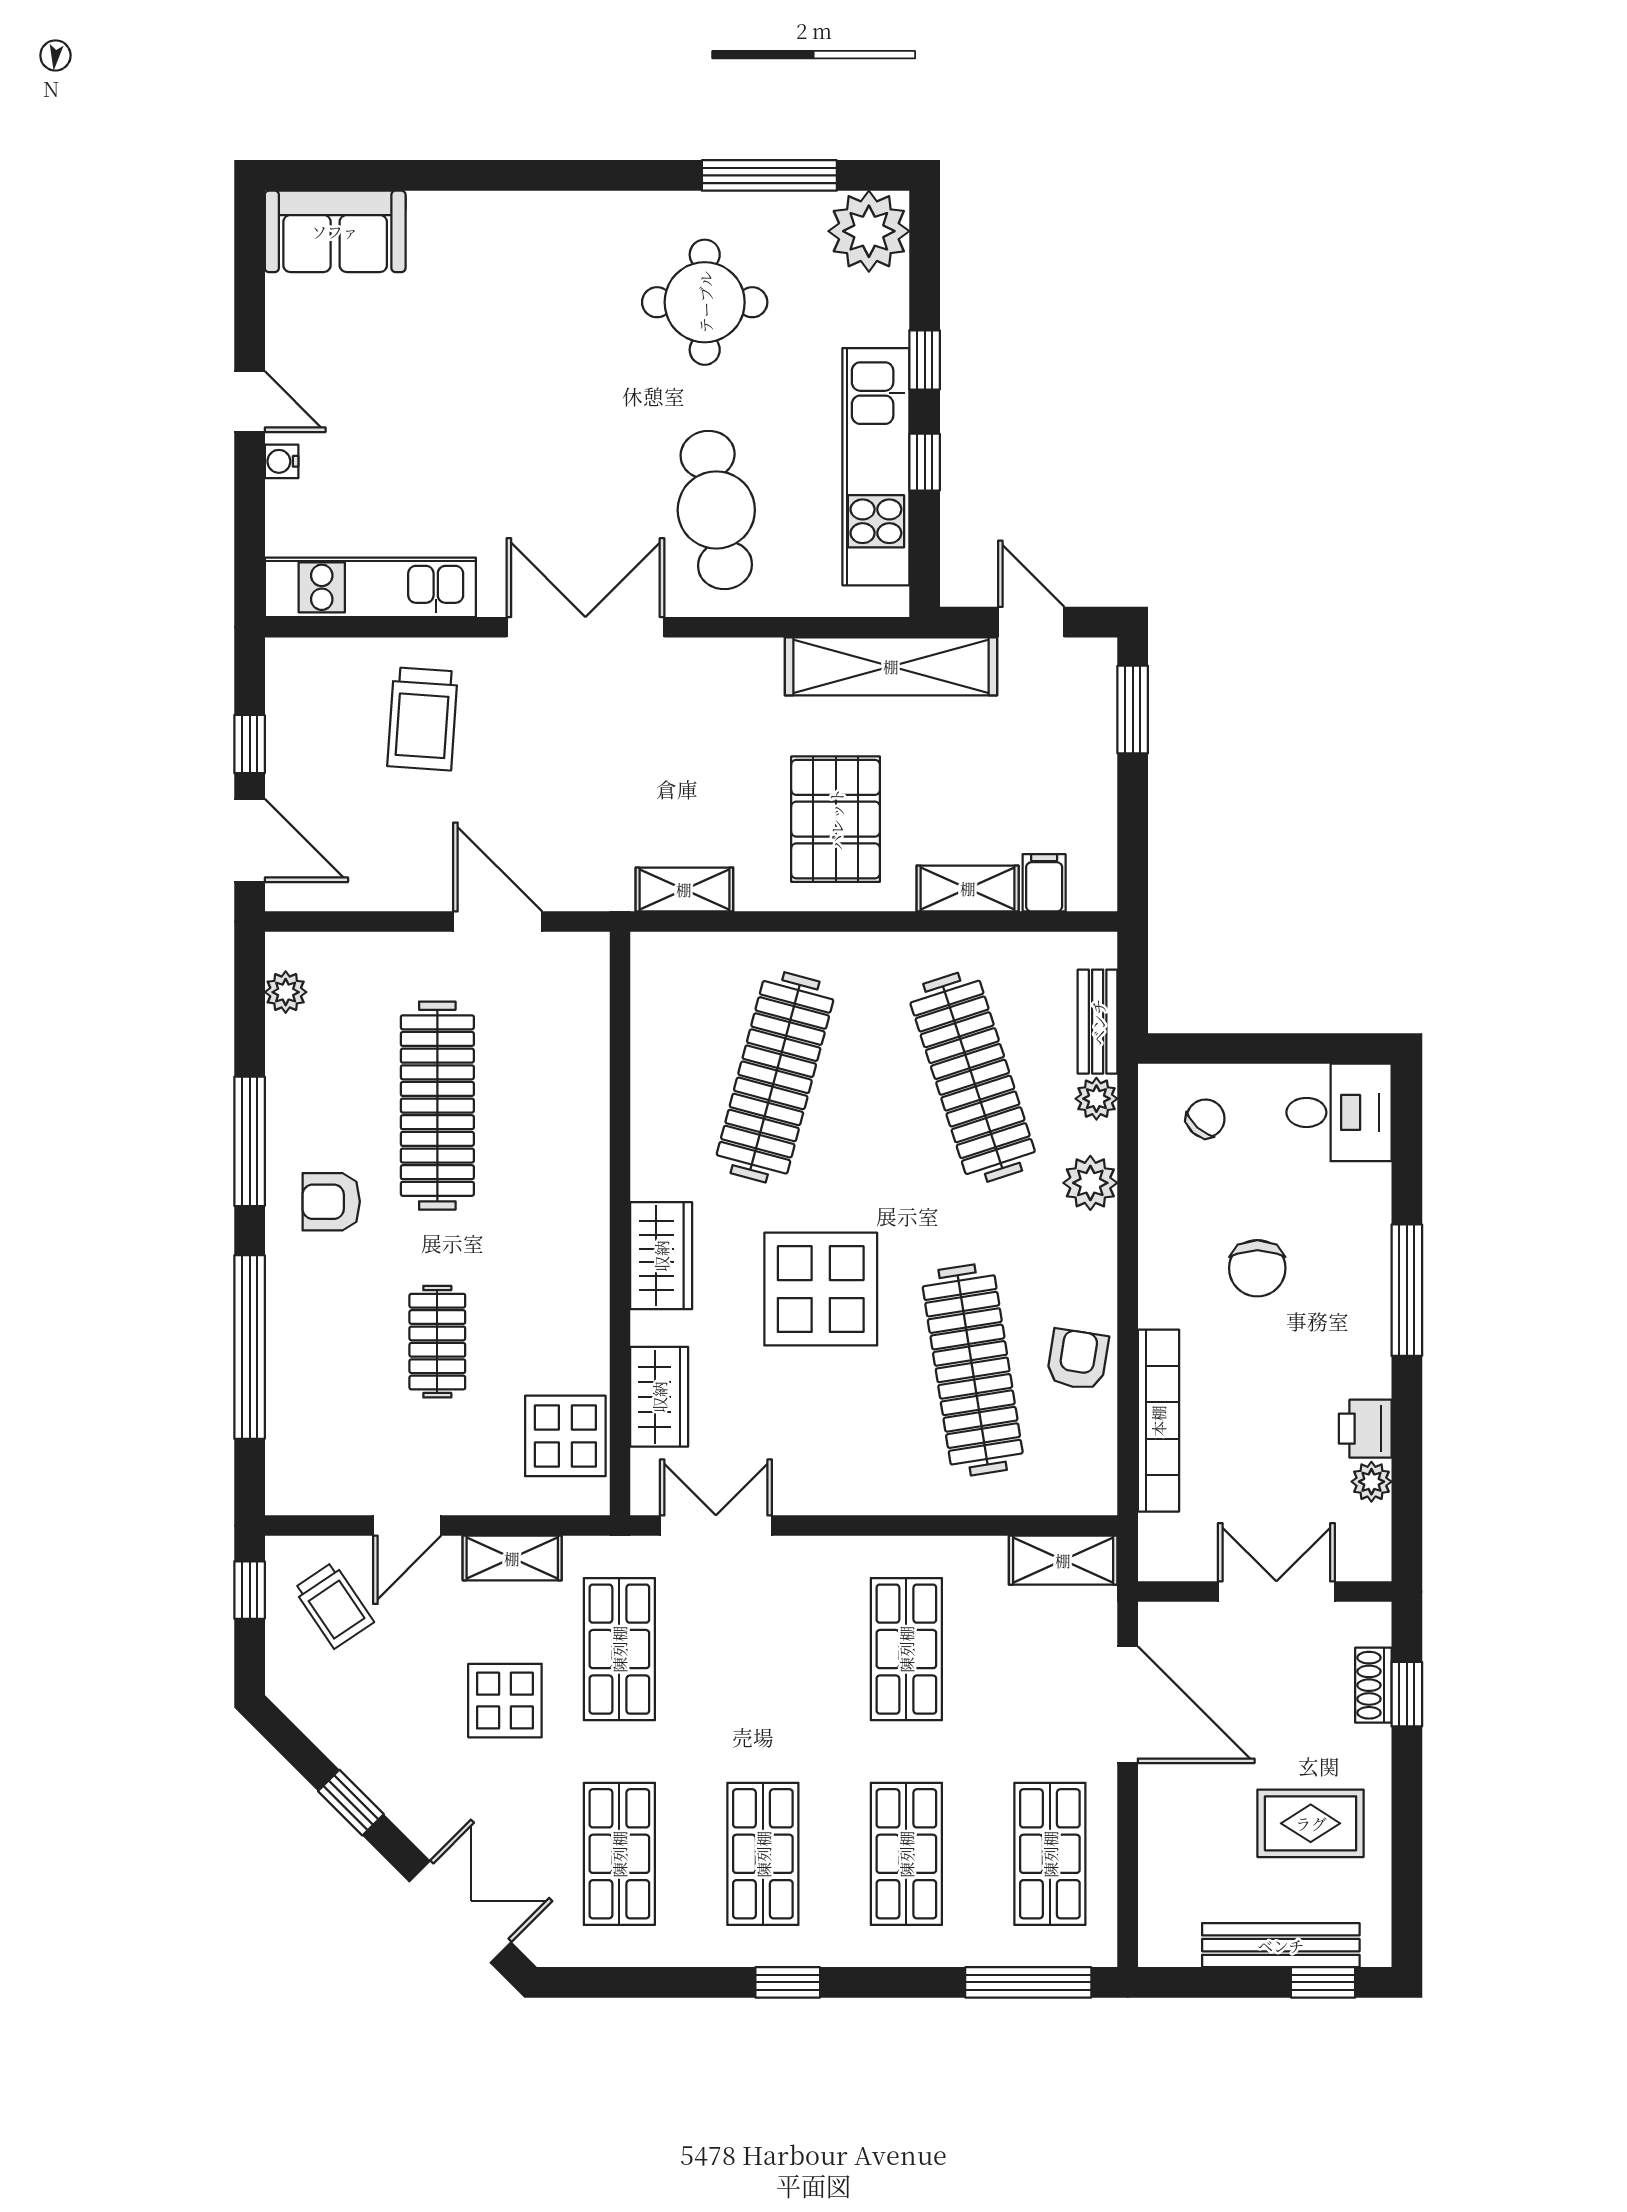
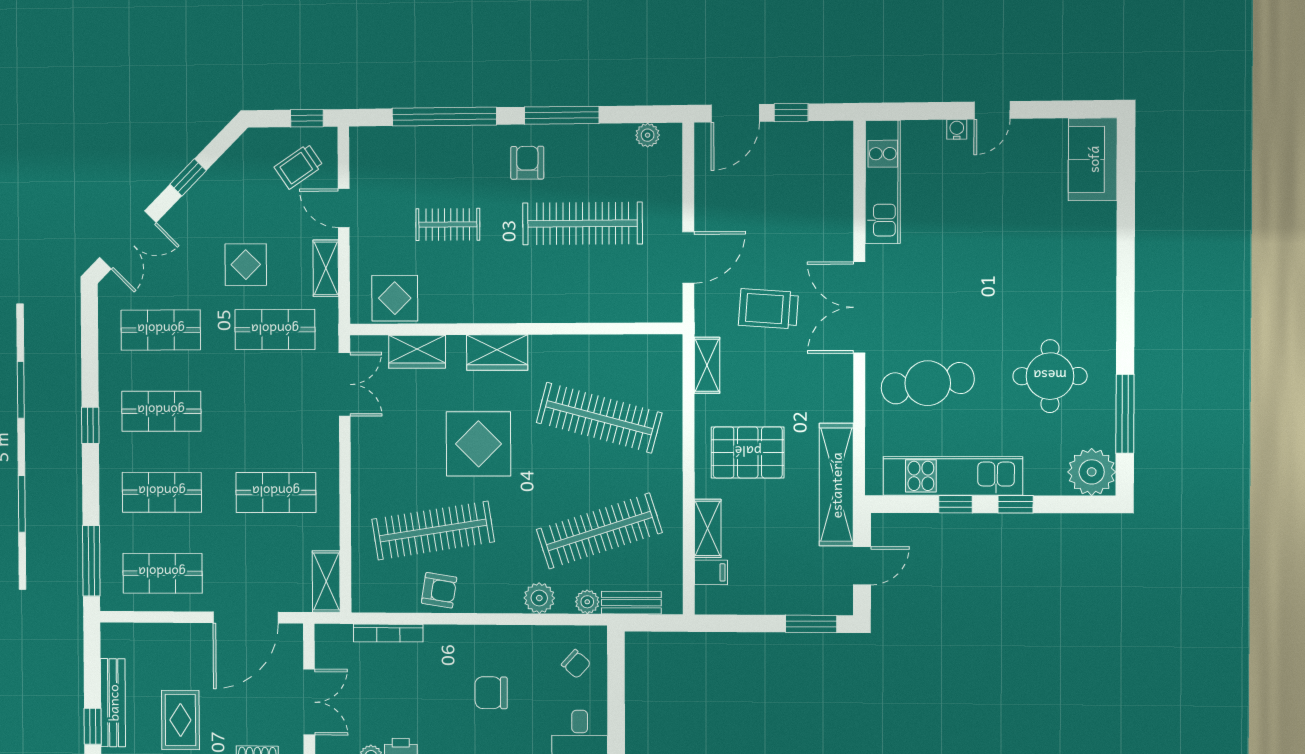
double door: (585, 627) -> (859, 307), swing flipped
trolley: (423, 719) -> (768, 309), moved
bookcase: (1158, 1421) -> (388, 633), width x0.68, depth x0.76

